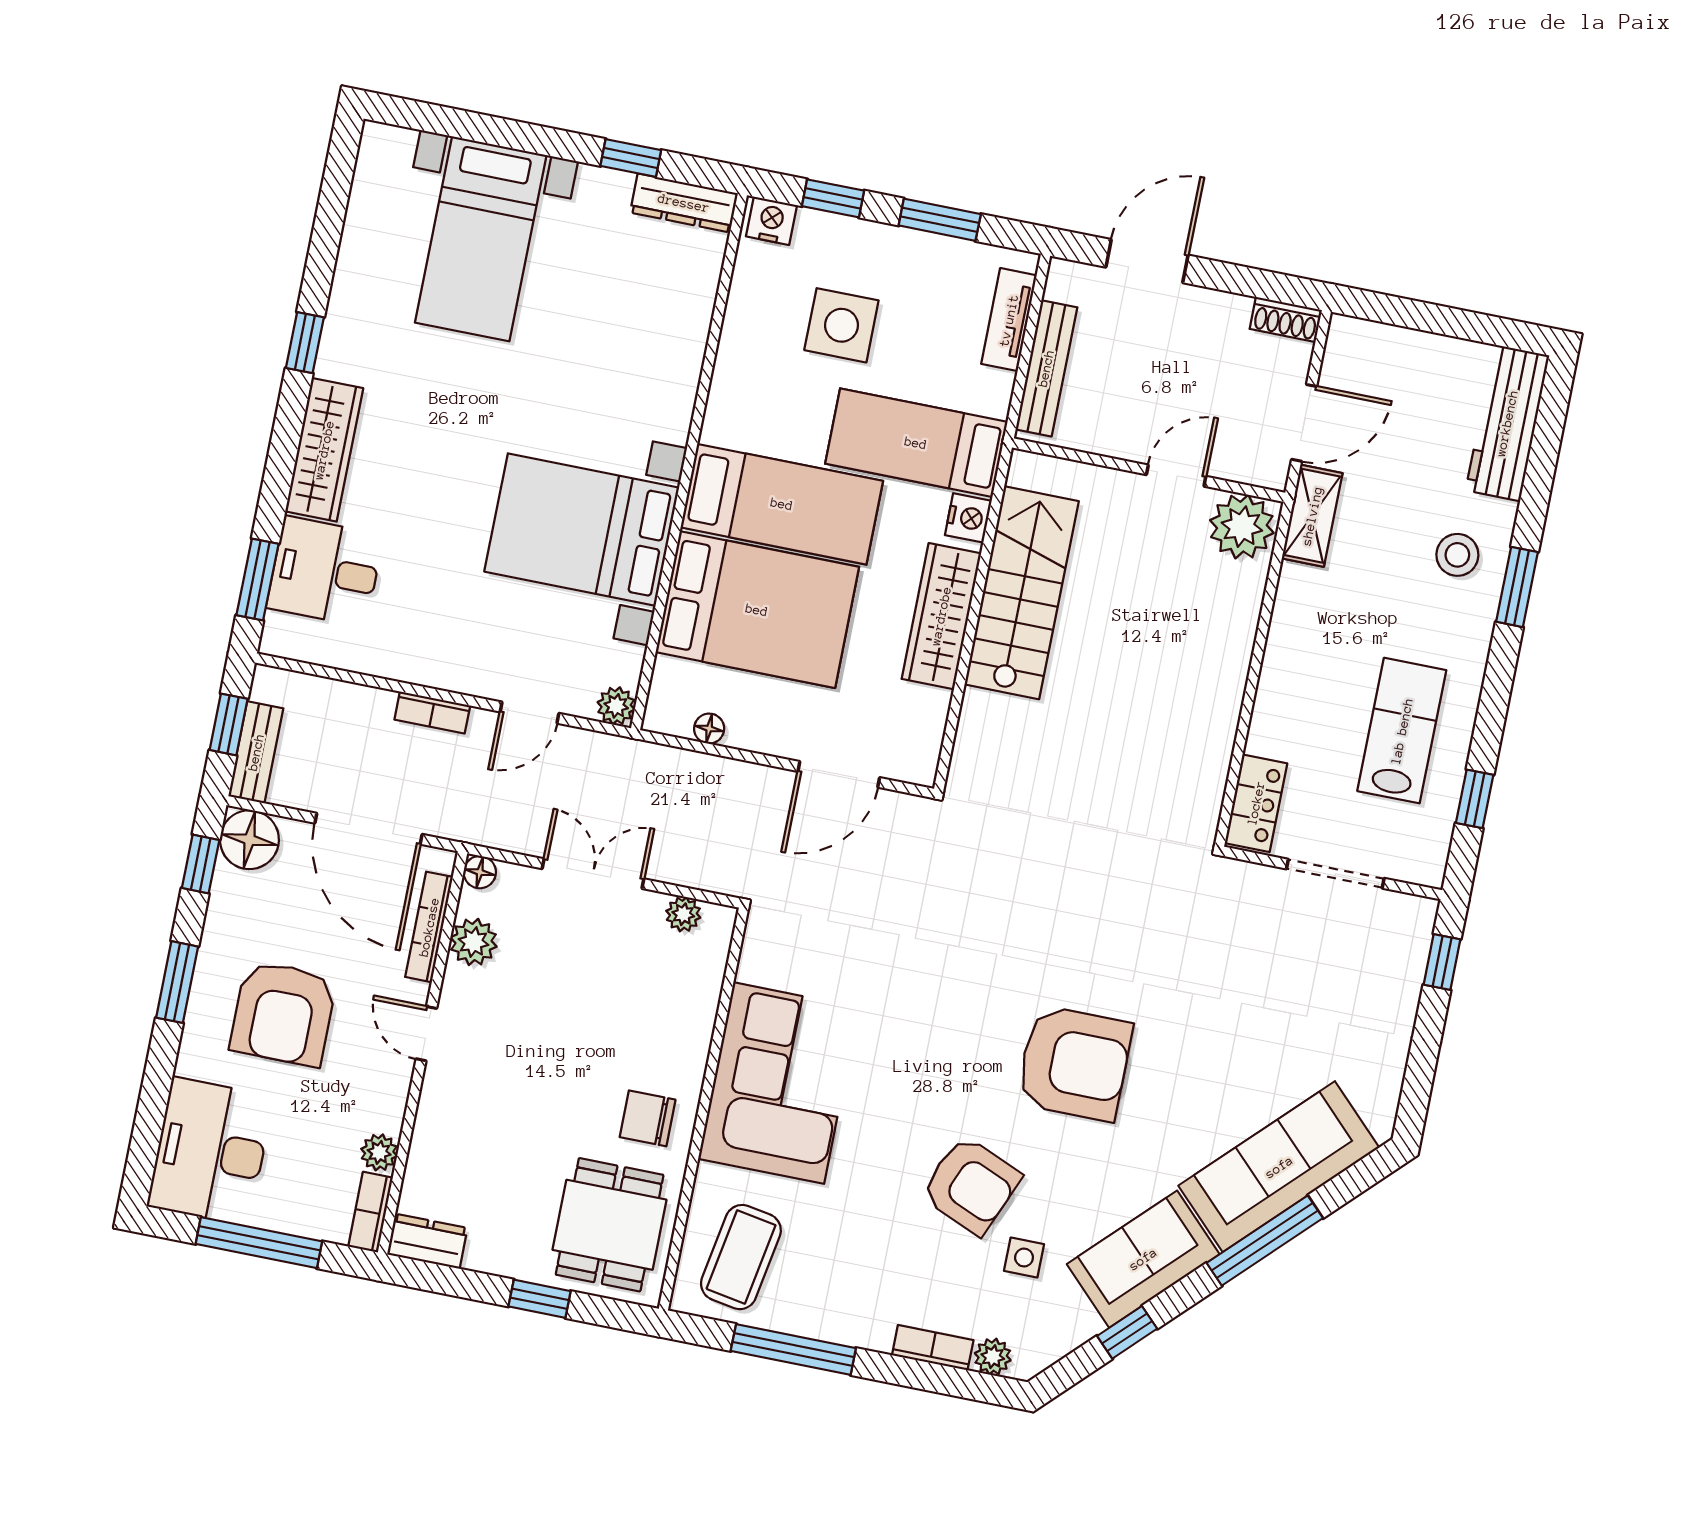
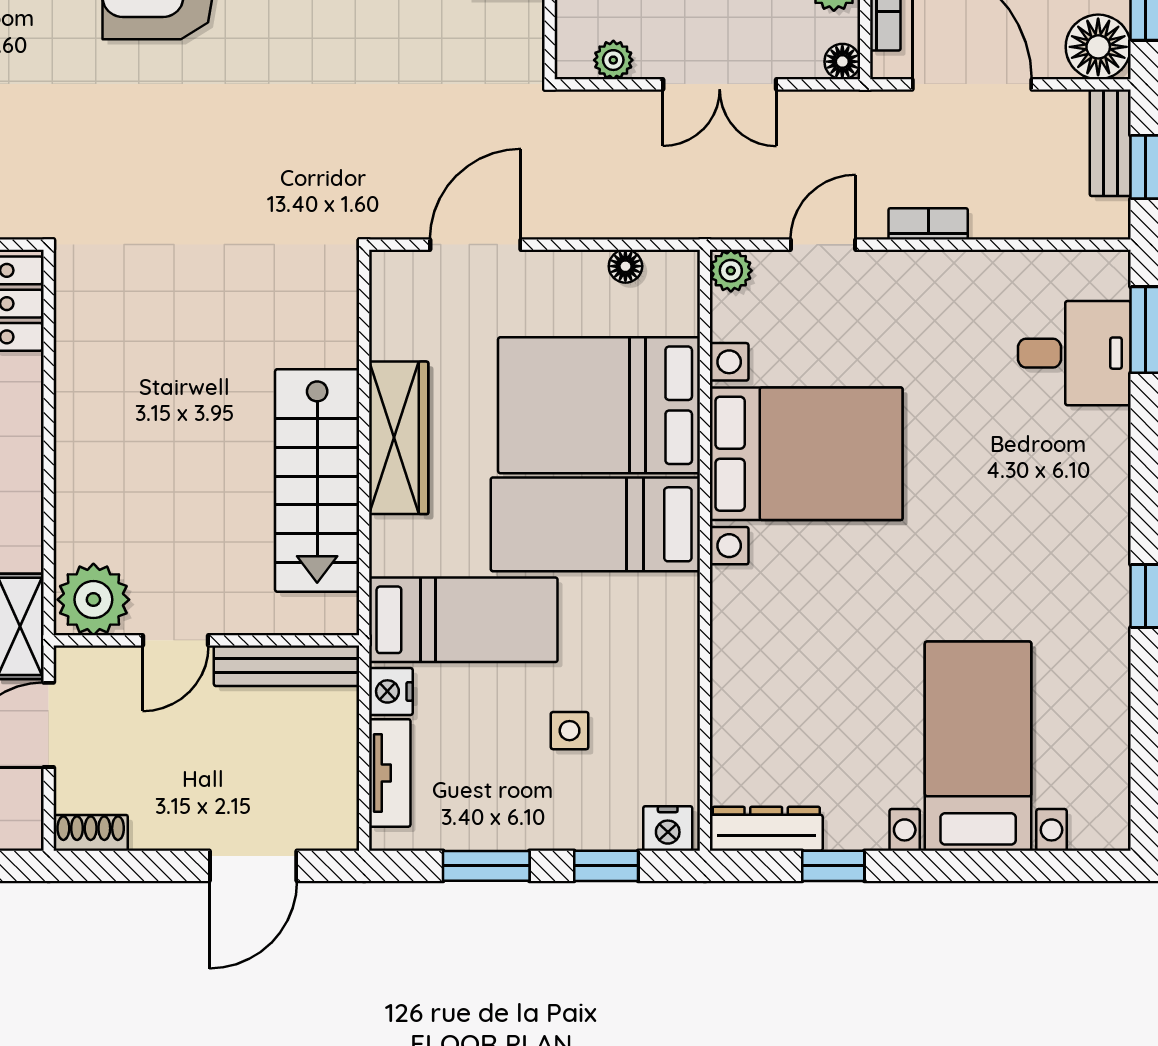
side table: (841, 325) -> (570, 731), width x0.54, depth x0.54
bench: (1046, 368) -> (287, 666), moved, turned 90
wardrobe: (324, 450) -> (1102, 484), removed
nightstand: (968, 518) -> (391, 691), moved

